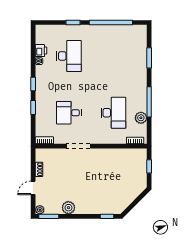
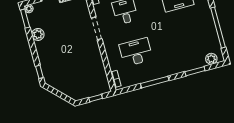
desk: (113, 113) -> (136, 52), turned 180
plant: (141, 118) -> (211, 59), moved

